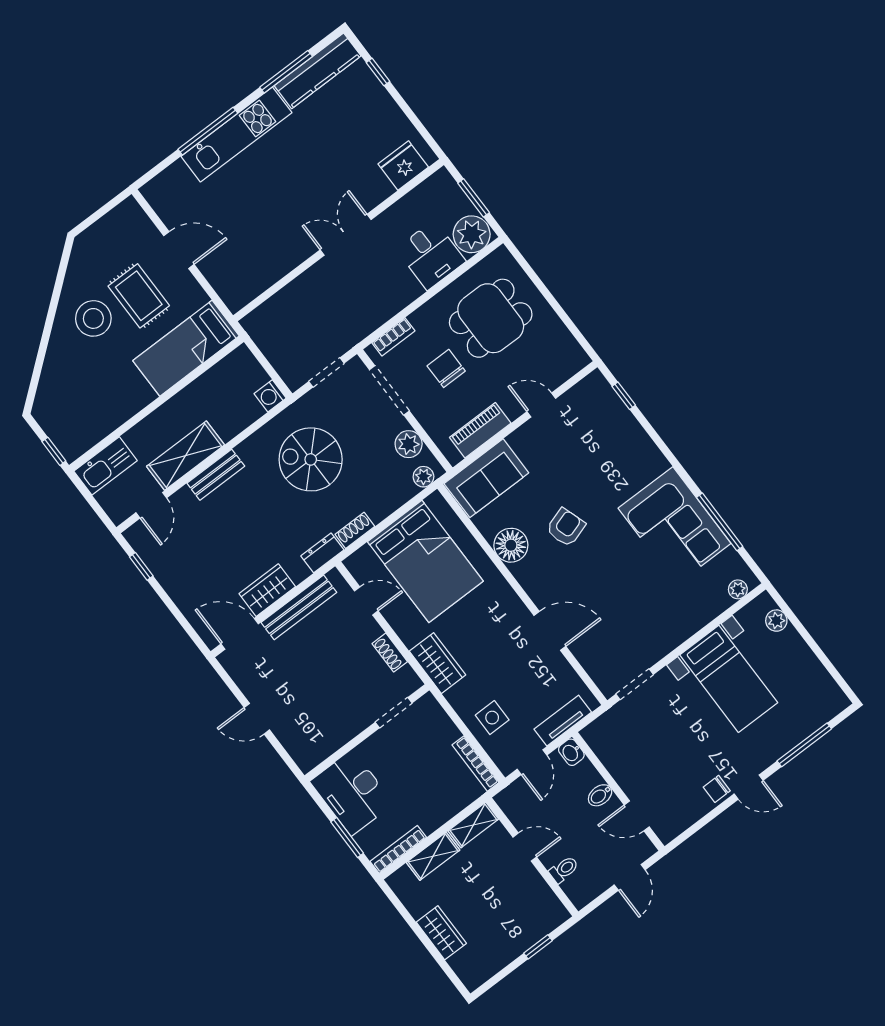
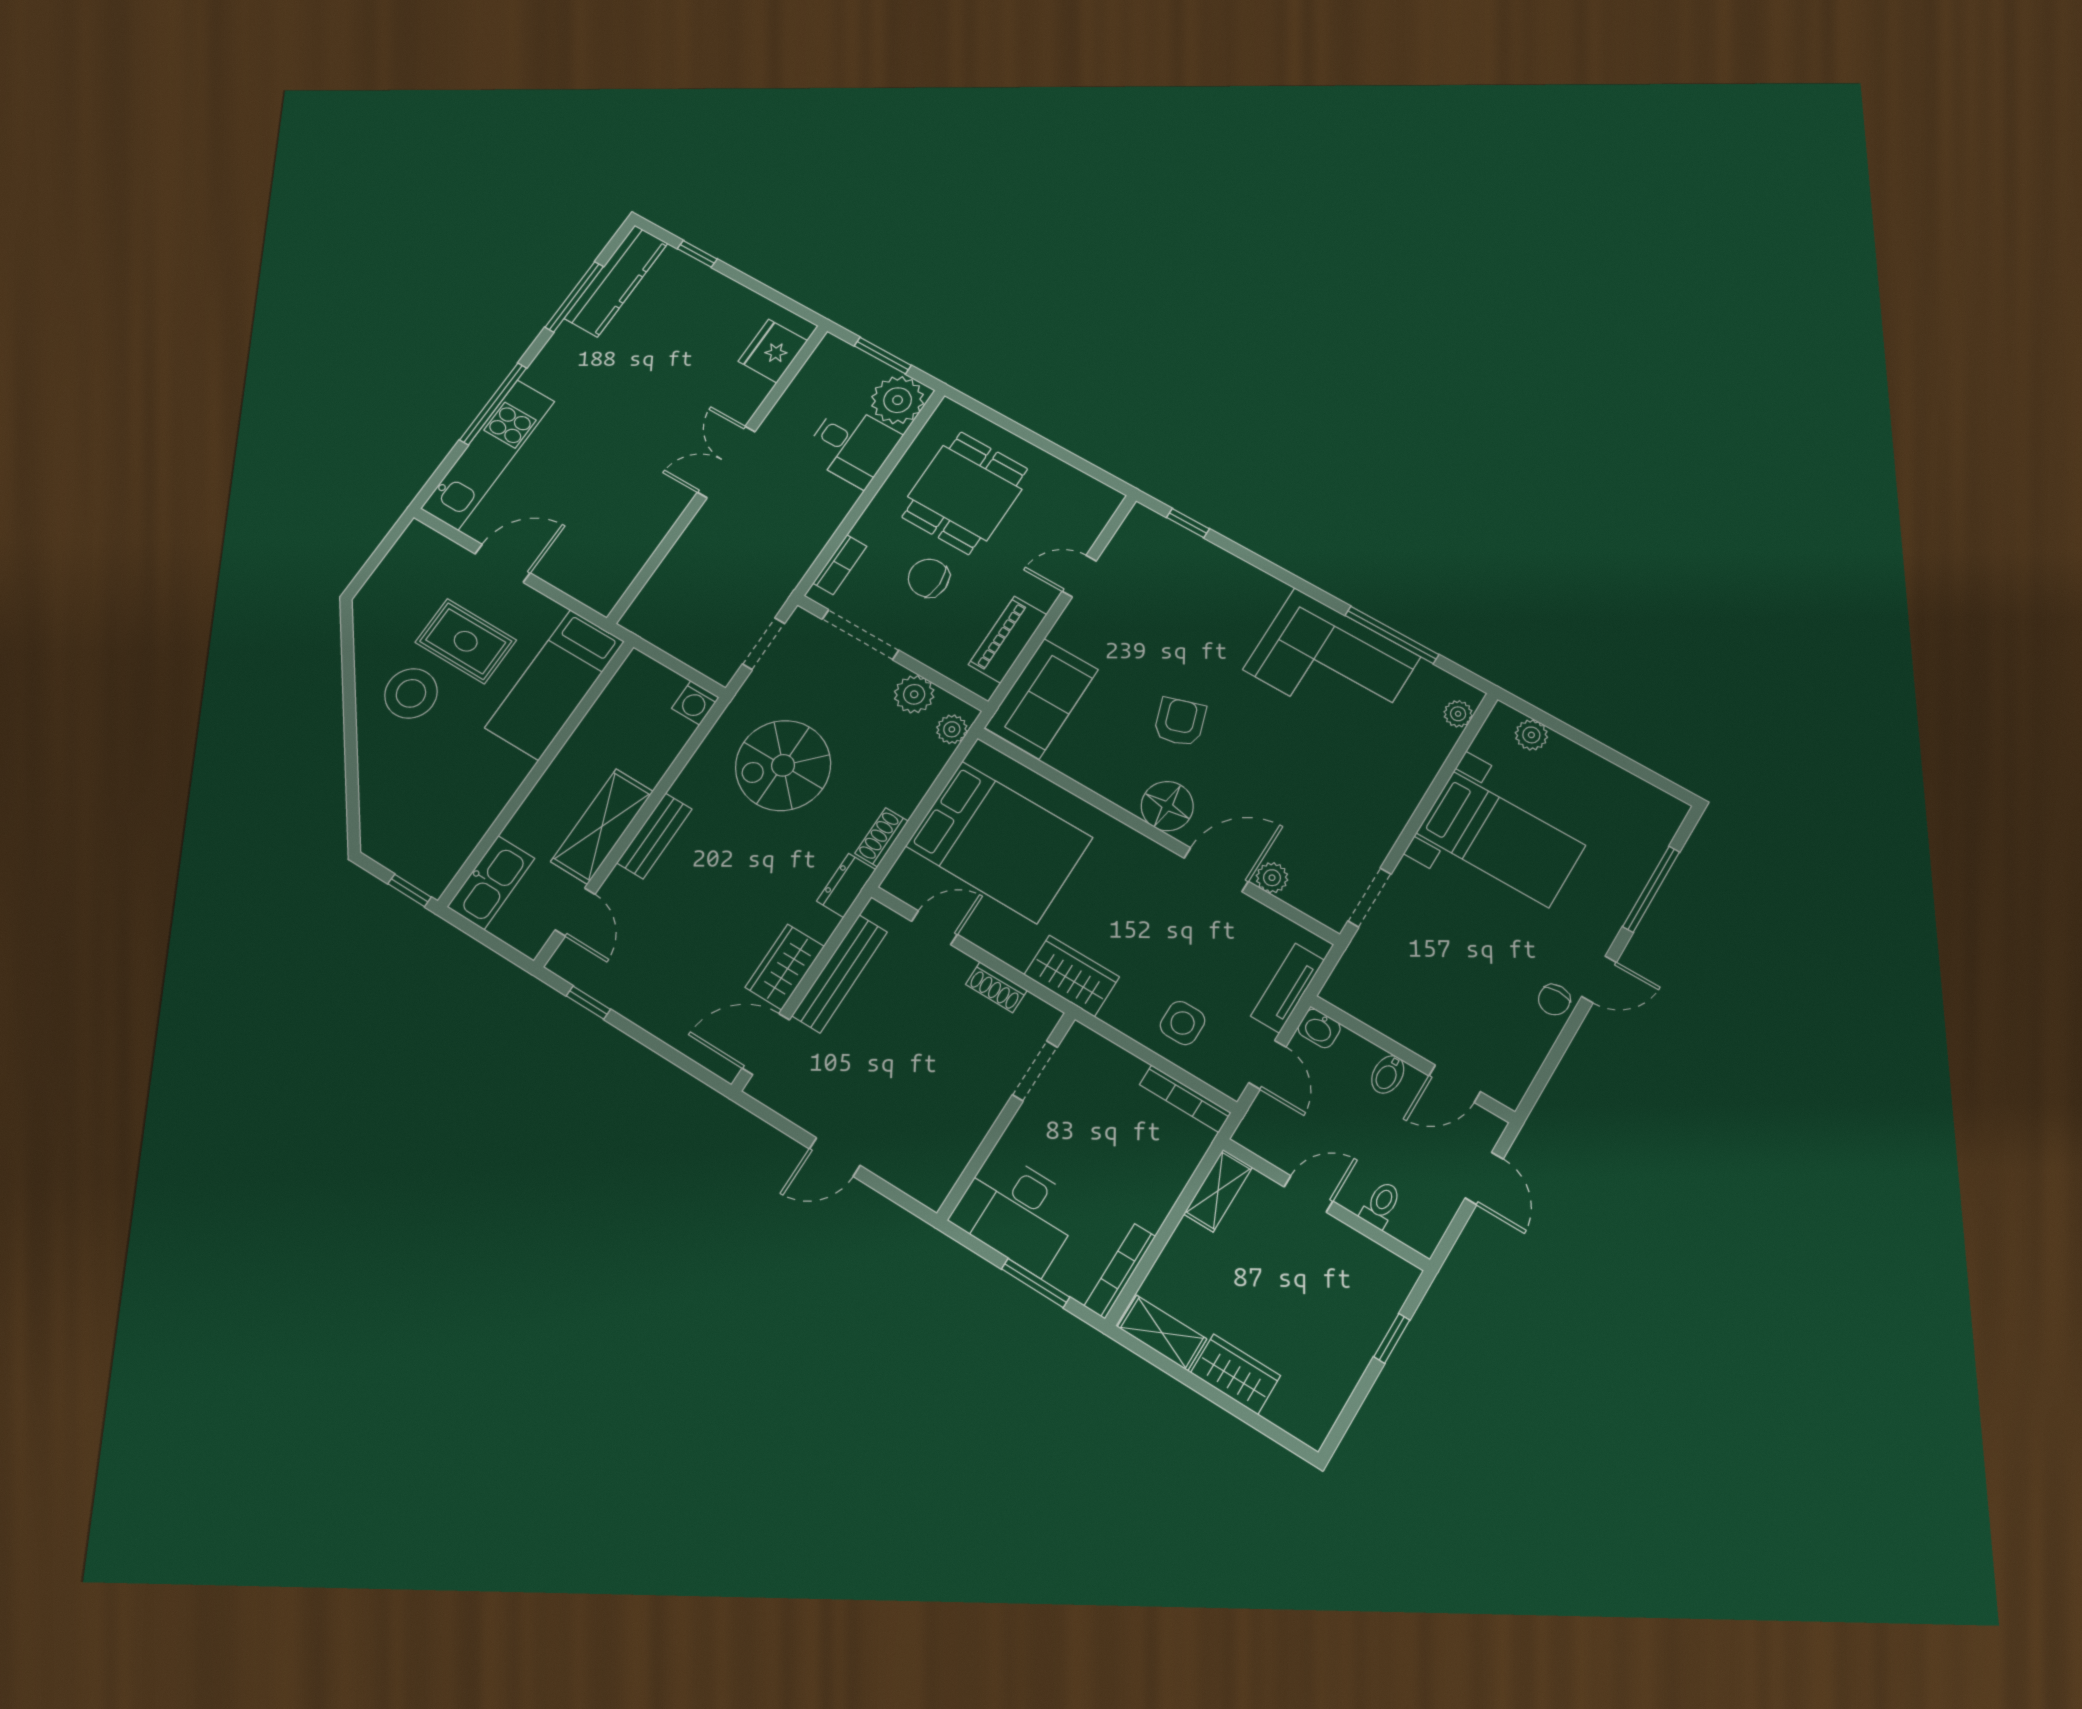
kitchen unit: (236, 134) -> (488, 455), moved
floor lamp: (511, 545) -> (1167, 806), moved
plant: (581, 649) -> (1272, 878), added
shelving: (433, 856) -> (1162, 1333), moved, turned 90

